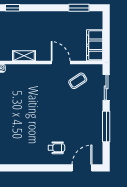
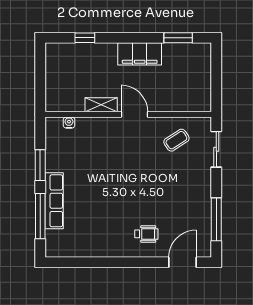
filing cabinet: (95, 45) -> (140, 54), moved, turned -90
door: (61, 63) -> (134, 114), moved
window: (106, 126) -> (216, 219), moved

